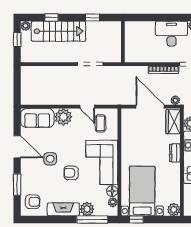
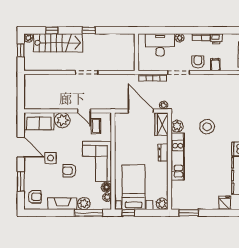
wall: (123, 42) -> (136, 52), moved

